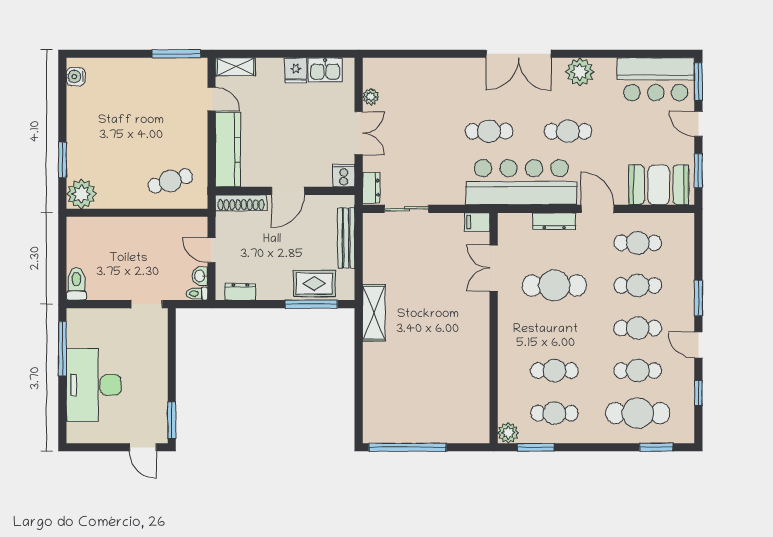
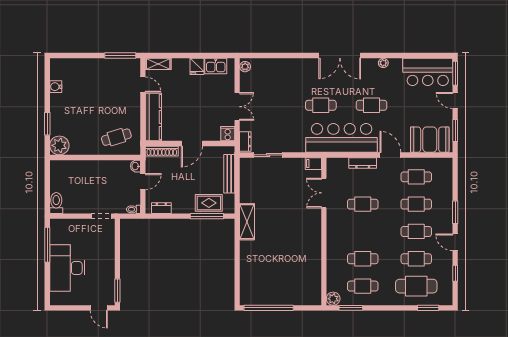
plant: (580, 72) -> (383, 63), width x0.53, depth x0.53
water cooler: (76, 77) -> (56, 87), moved
plant: (371, 97) -> (245, 67), moved
door: (212, 250) -> (143, 182), swing flipped
washbasin: (200, 276) -> (135, 166), moved
cafe table: (554, 285) -> (363, 204), width x0.73, depth x0.74

